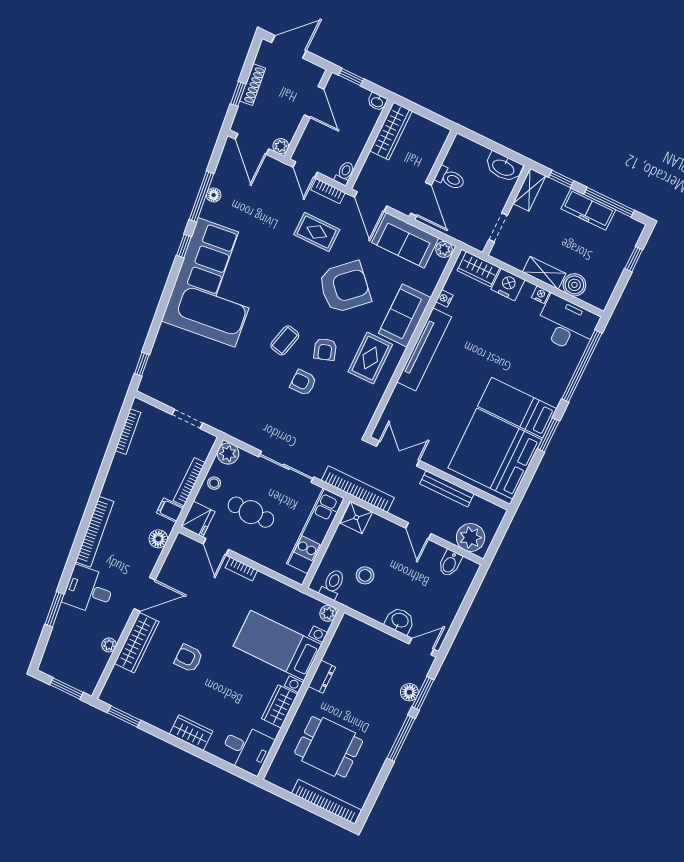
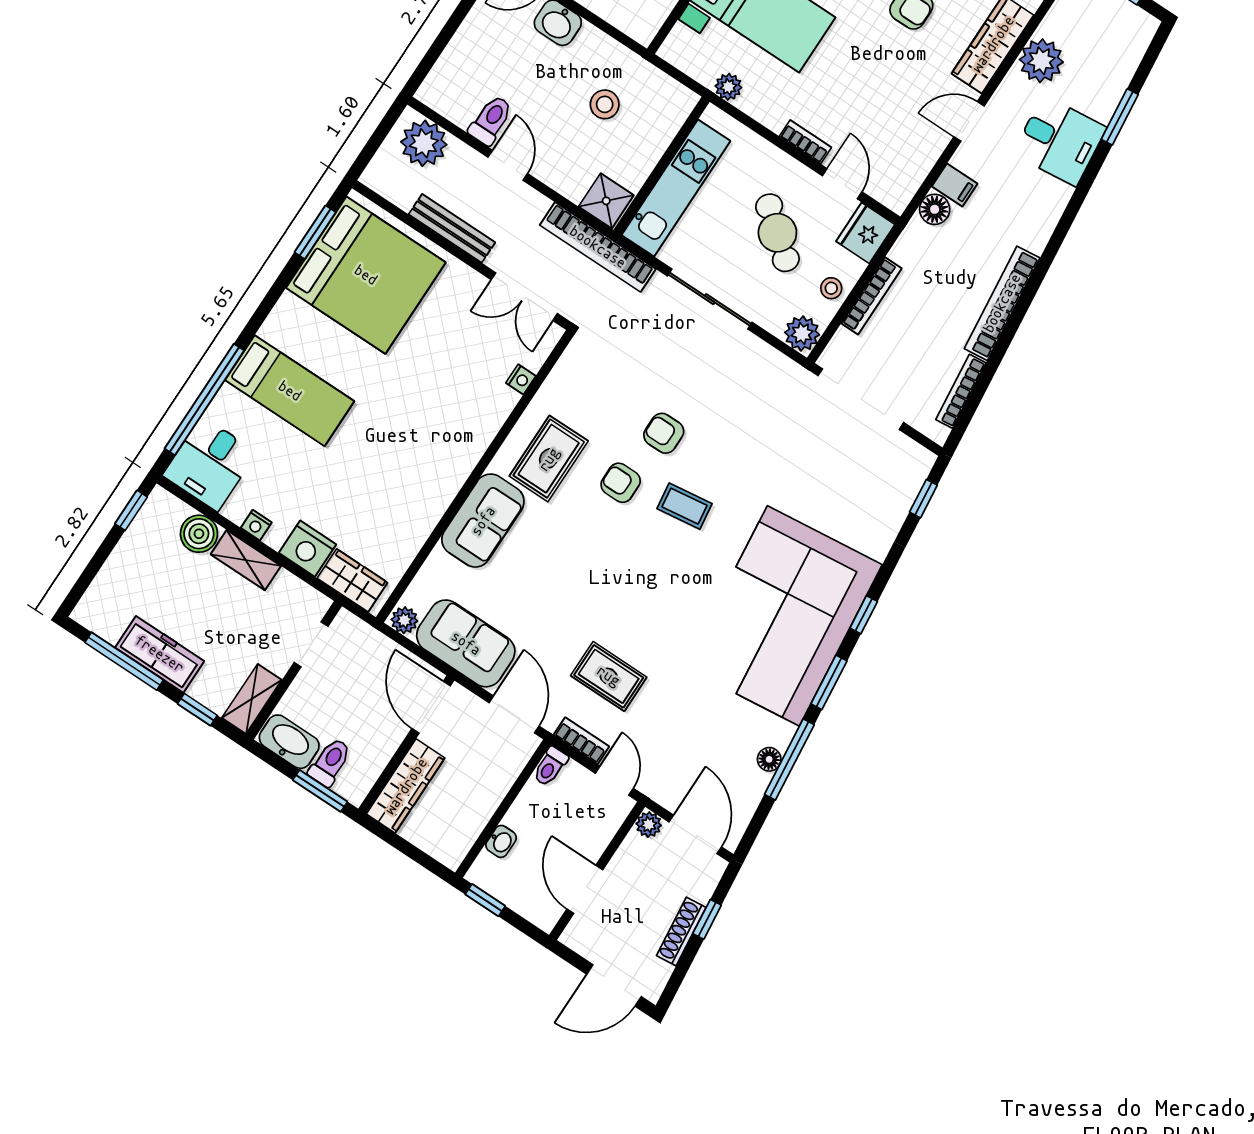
window: (351, 77) -> (485, 900), moved
washbasin: (377, 102) -> (501, 841), moved, turned 90
wardrobe: (391, 131) -> (406, 786), moved, turned 180
window: (481, 140) -> (320, 791), added
toilet: (450, 178) -> (330, 762), moved, turned 90
window: (184, 246) -> (829, 682), width x1.50
window: (634, 259) -> (131, 510), moved
armchair: (345, 287) -> (575, 580), removed
window: (168, 289) -> (864, 615), added
nightstand: (444, 298) -> (521, 379), moved
desk: (567, 324) -> (210, 464), width x0.73
coffee table: (285, 340) -> (685, 506), turned 68
armchair: (325, 349) -> (621, 483), turned -72
tv unit: (424, 349) -> (459, 461), removed
armchair: (303, 383) -> (664, 433), turned 180
bed: (517, 408) -> (290, 391), moved
doorway: (187, 419) -> (861, 399), width x1.88
window: (548, 435) -> (315, 232), moved
filing cabinet: (170, 510) -> (955, 185), moved
cafe table: (251, 512) -> (777, 233), turned 39
bookcase: (95, 532) -> (1002, 303), moved
bidet: (450, 563) -> (463, 106), removed
toilet: (333, 584) -> (491, 120), moved, turned 180
door: (145, 594) -> (969, 121), width x0.73
plant: (328, 613) -> (728, 87), moved
plant: (109, 645) -> (1041, 61), width x1.88, depth x1.88

